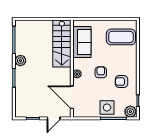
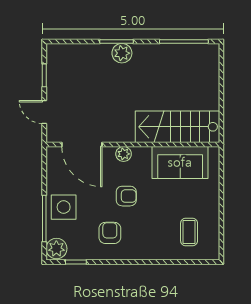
coffee table: (121, 37) -> (189, 232), width x0.54, depth x0.58
plant: (20, 61) -> (122, 53), moved
door: (72, 97) -> (82, 144), swing flipped

